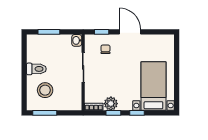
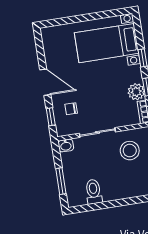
door: (130, 32) -> (45, 82), swing flipped
toilet: (36, 69) -> (94, 192), moved
stool: (45, 90) -> (130, 151), moved

